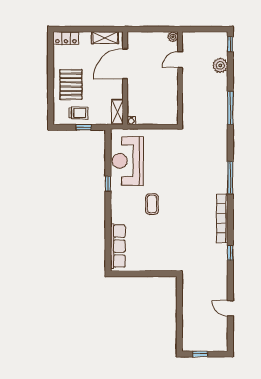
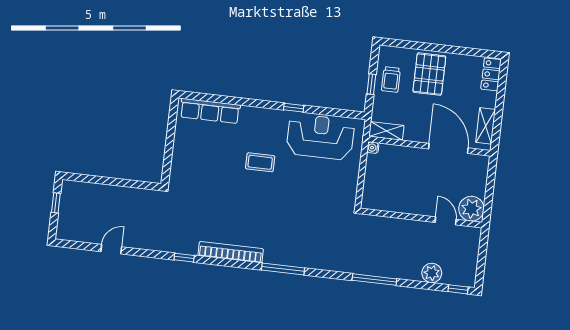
plant: (173, 37) -> (471, 209), width x1.88, depth x1.88
pallet: (71, 84) -> (429, 74), turned 90

